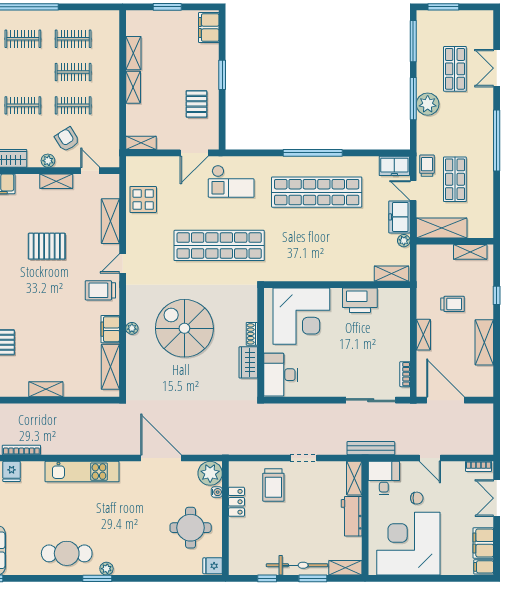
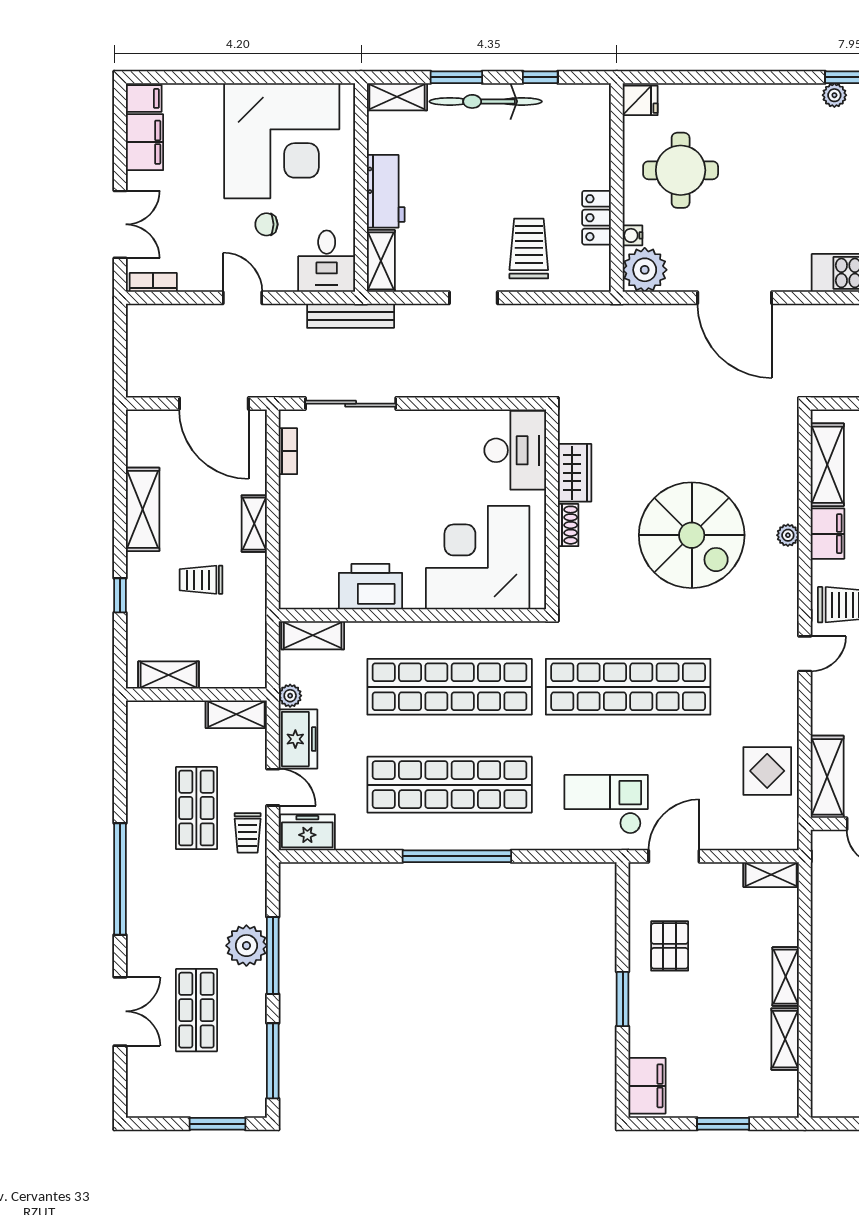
shelving: (110, 221) -> (827, 777), moved
shelving: (442, 228) -> (236, 714), width x0.67, depth x0.75
shop shelf: (317, 245) -> (450, 687), added

